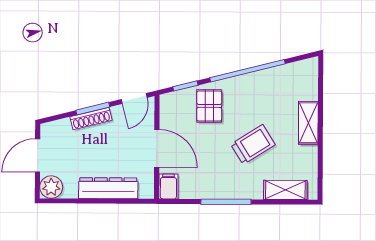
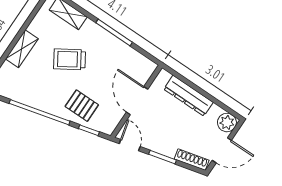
door: (134, 98) -> (130, 145), hinge flipped
pallet: (209, 106) -> (82, 106), turned 90
shoe rack: (91, 119) -> (192, 160), moved
filing cabinet: (168, 186) -> (147, 69), removed

